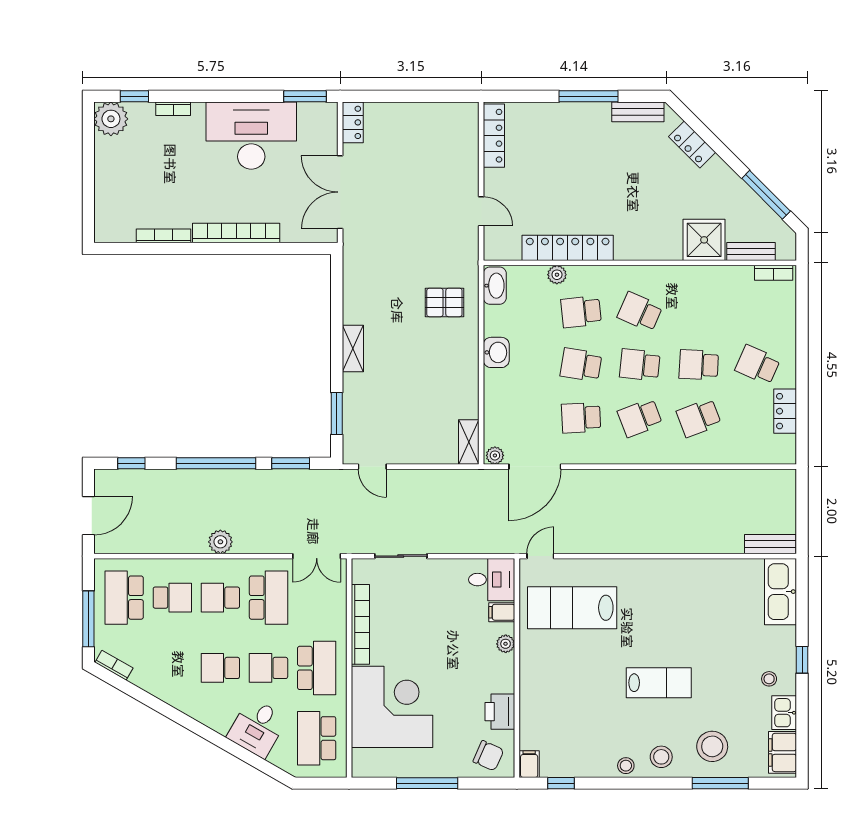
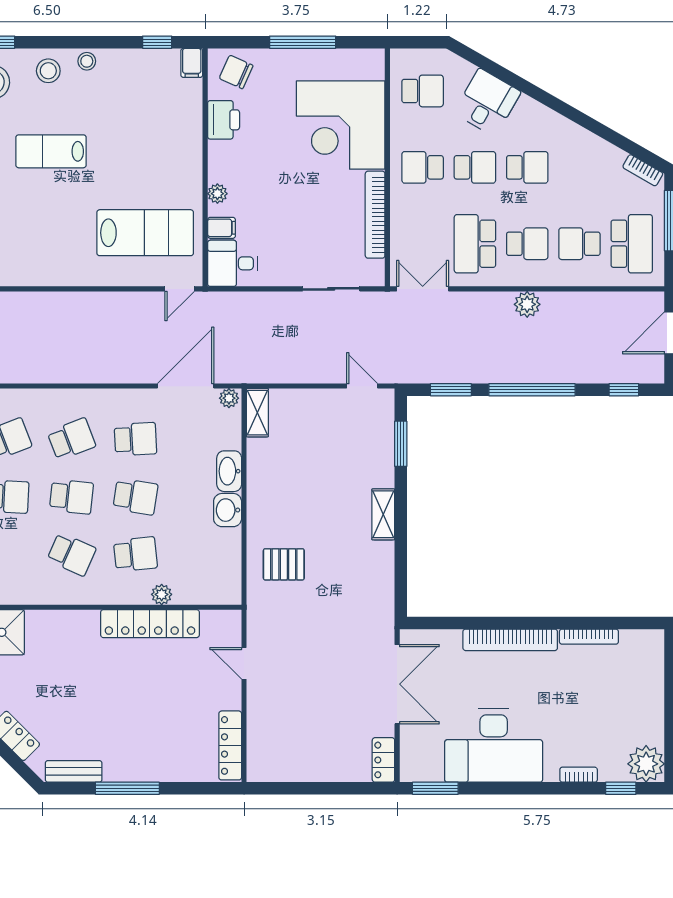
washbasin: (495, 286) -> (229, 471), moved
school desk: (317, 668) -> (423, 167), width x0.54
school desk: (317, 738) -> (423, 91), width x0.54

